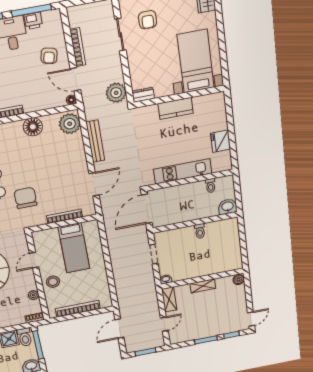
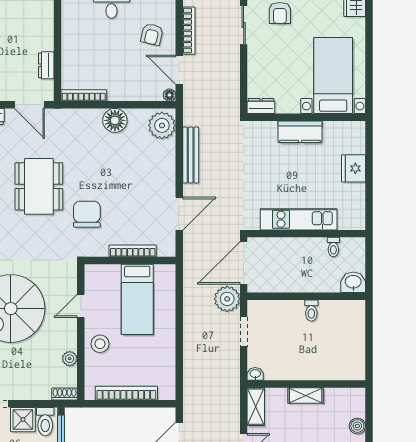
plant: (116, 93) -> (227, 299), moved
fridge: (221, 141) -> (354, 168), moved
boiler: (239, 280) -> (357, 426), moved

